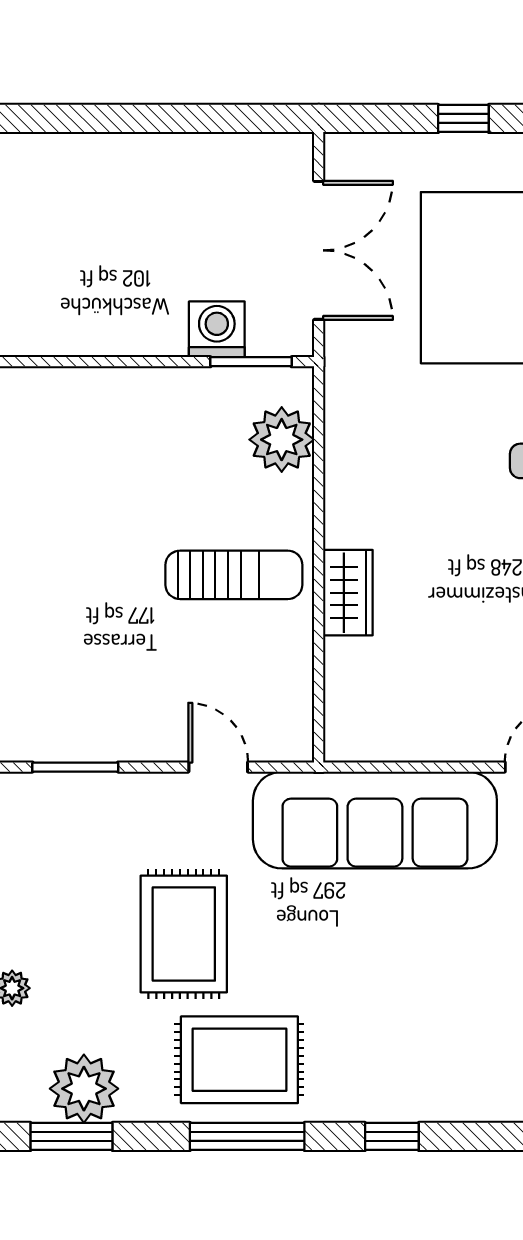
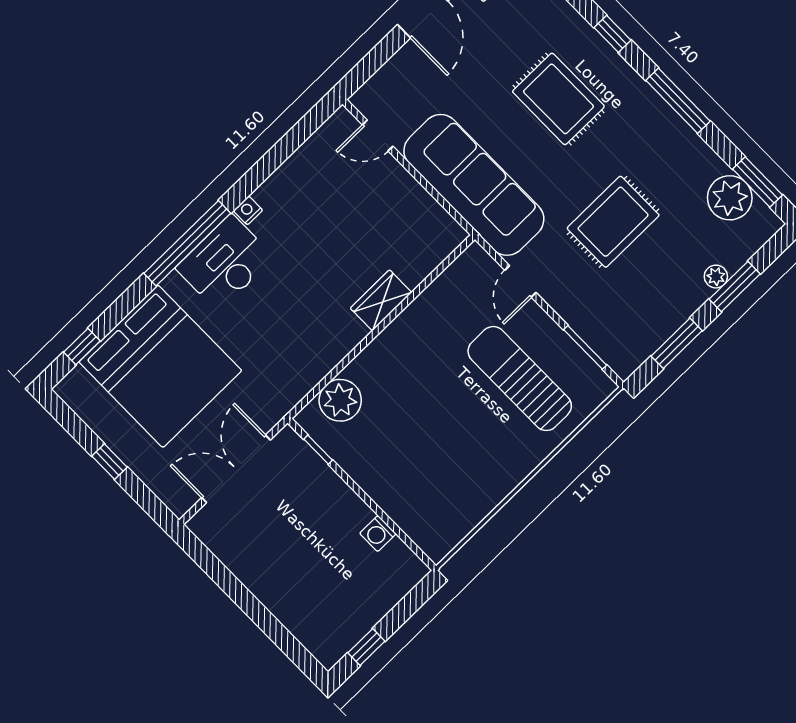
washing machine: (217, 329) -> (378, 534), moved, width x0.73, depth x0.73
window: (251, 362) -> (318, 450), width x0.67
sun lounger: (234, 575) -> (520, 379), moved, width x1.36, depth x1.34
rug: (239, 1060) -> (558, 99), moved

